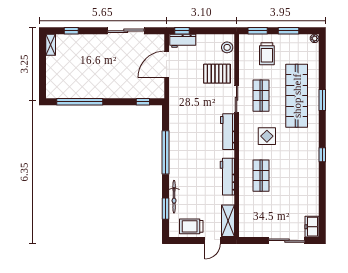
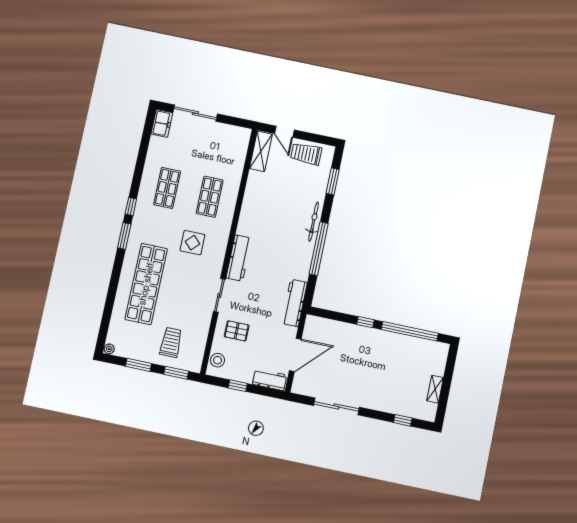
window: (182, 31) -> (238, 386), moved
shelving: (51, 45) -> (435, 389), moved
pallet: (217, 74) -> (237, 331), width x0.67, depth x0.71
shop shelf: (261, 96) -> (167, 188), moved
window: (322, 100) -> (124, 236), moved
window: (143, 102) -> (365, 322), moved
workbench: (227, 177) -> (294, 303), moved, turned 180
bicycle: (174, 197) -> (314, 222), moved
trolley: (191, 226) -> (306, 154), turned 180
door: (212, 241) -> (284, 132), swing flipped

